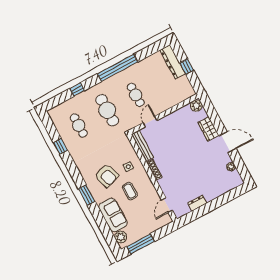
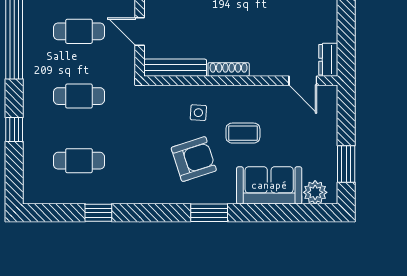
cafe table: (107, 110) -> (79, 96), width x0.73, depth x0.74
dresser: (197, 203) -> (328, 60), moved
window: (141, 244) -> (346, 164), width x0.69

